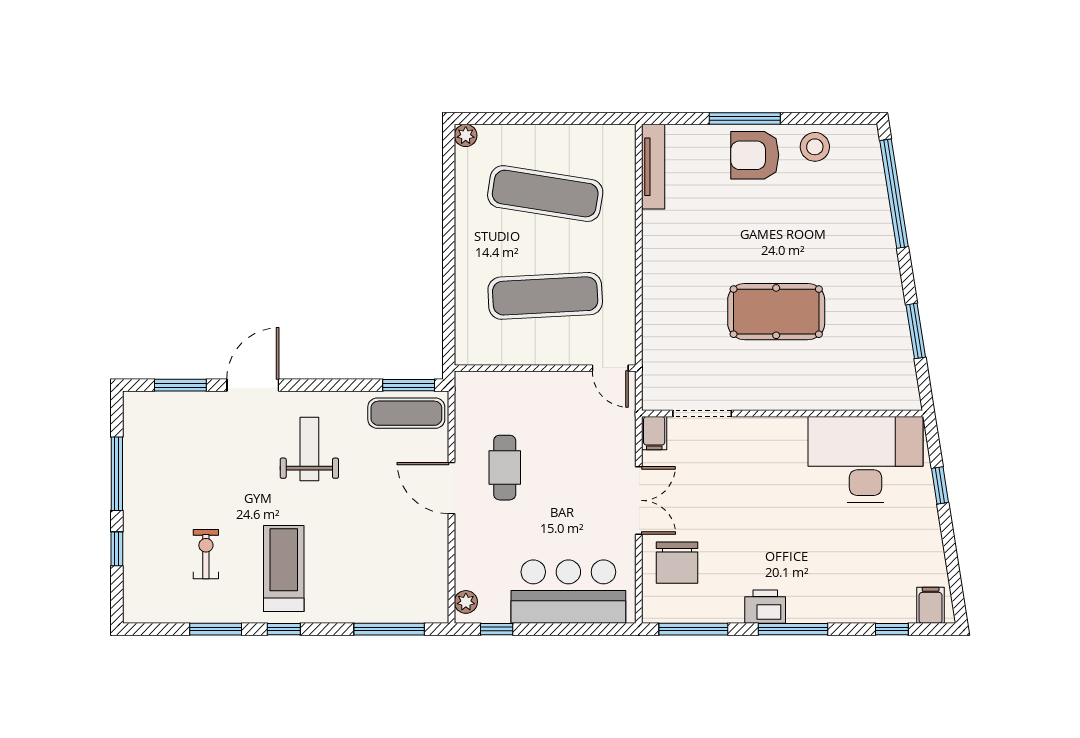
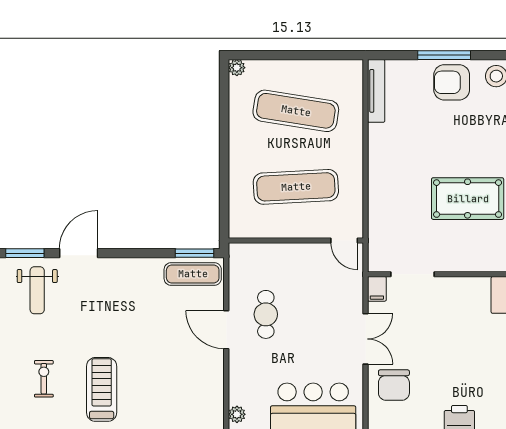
weight bench: (309, 449) -> (37, 290), moved, turned 180

